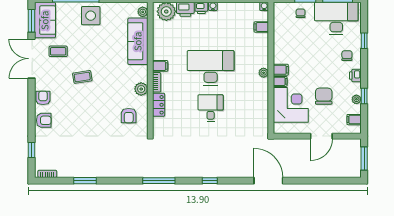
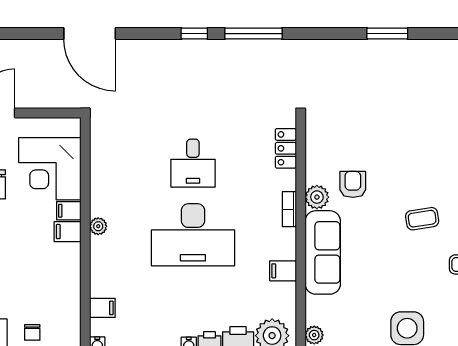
sofa: (138, 41) -> (323, 252), moved
filing cabinet: (160, 66) -> (283, 271), moved
locker: (159, 105) -> (286, 148), moved
armchair: (129, 116) -> (353, 184), moved
window: (85, 181) -> (387, 34), moved
window: (159, 181) -> (253, 34), moved

